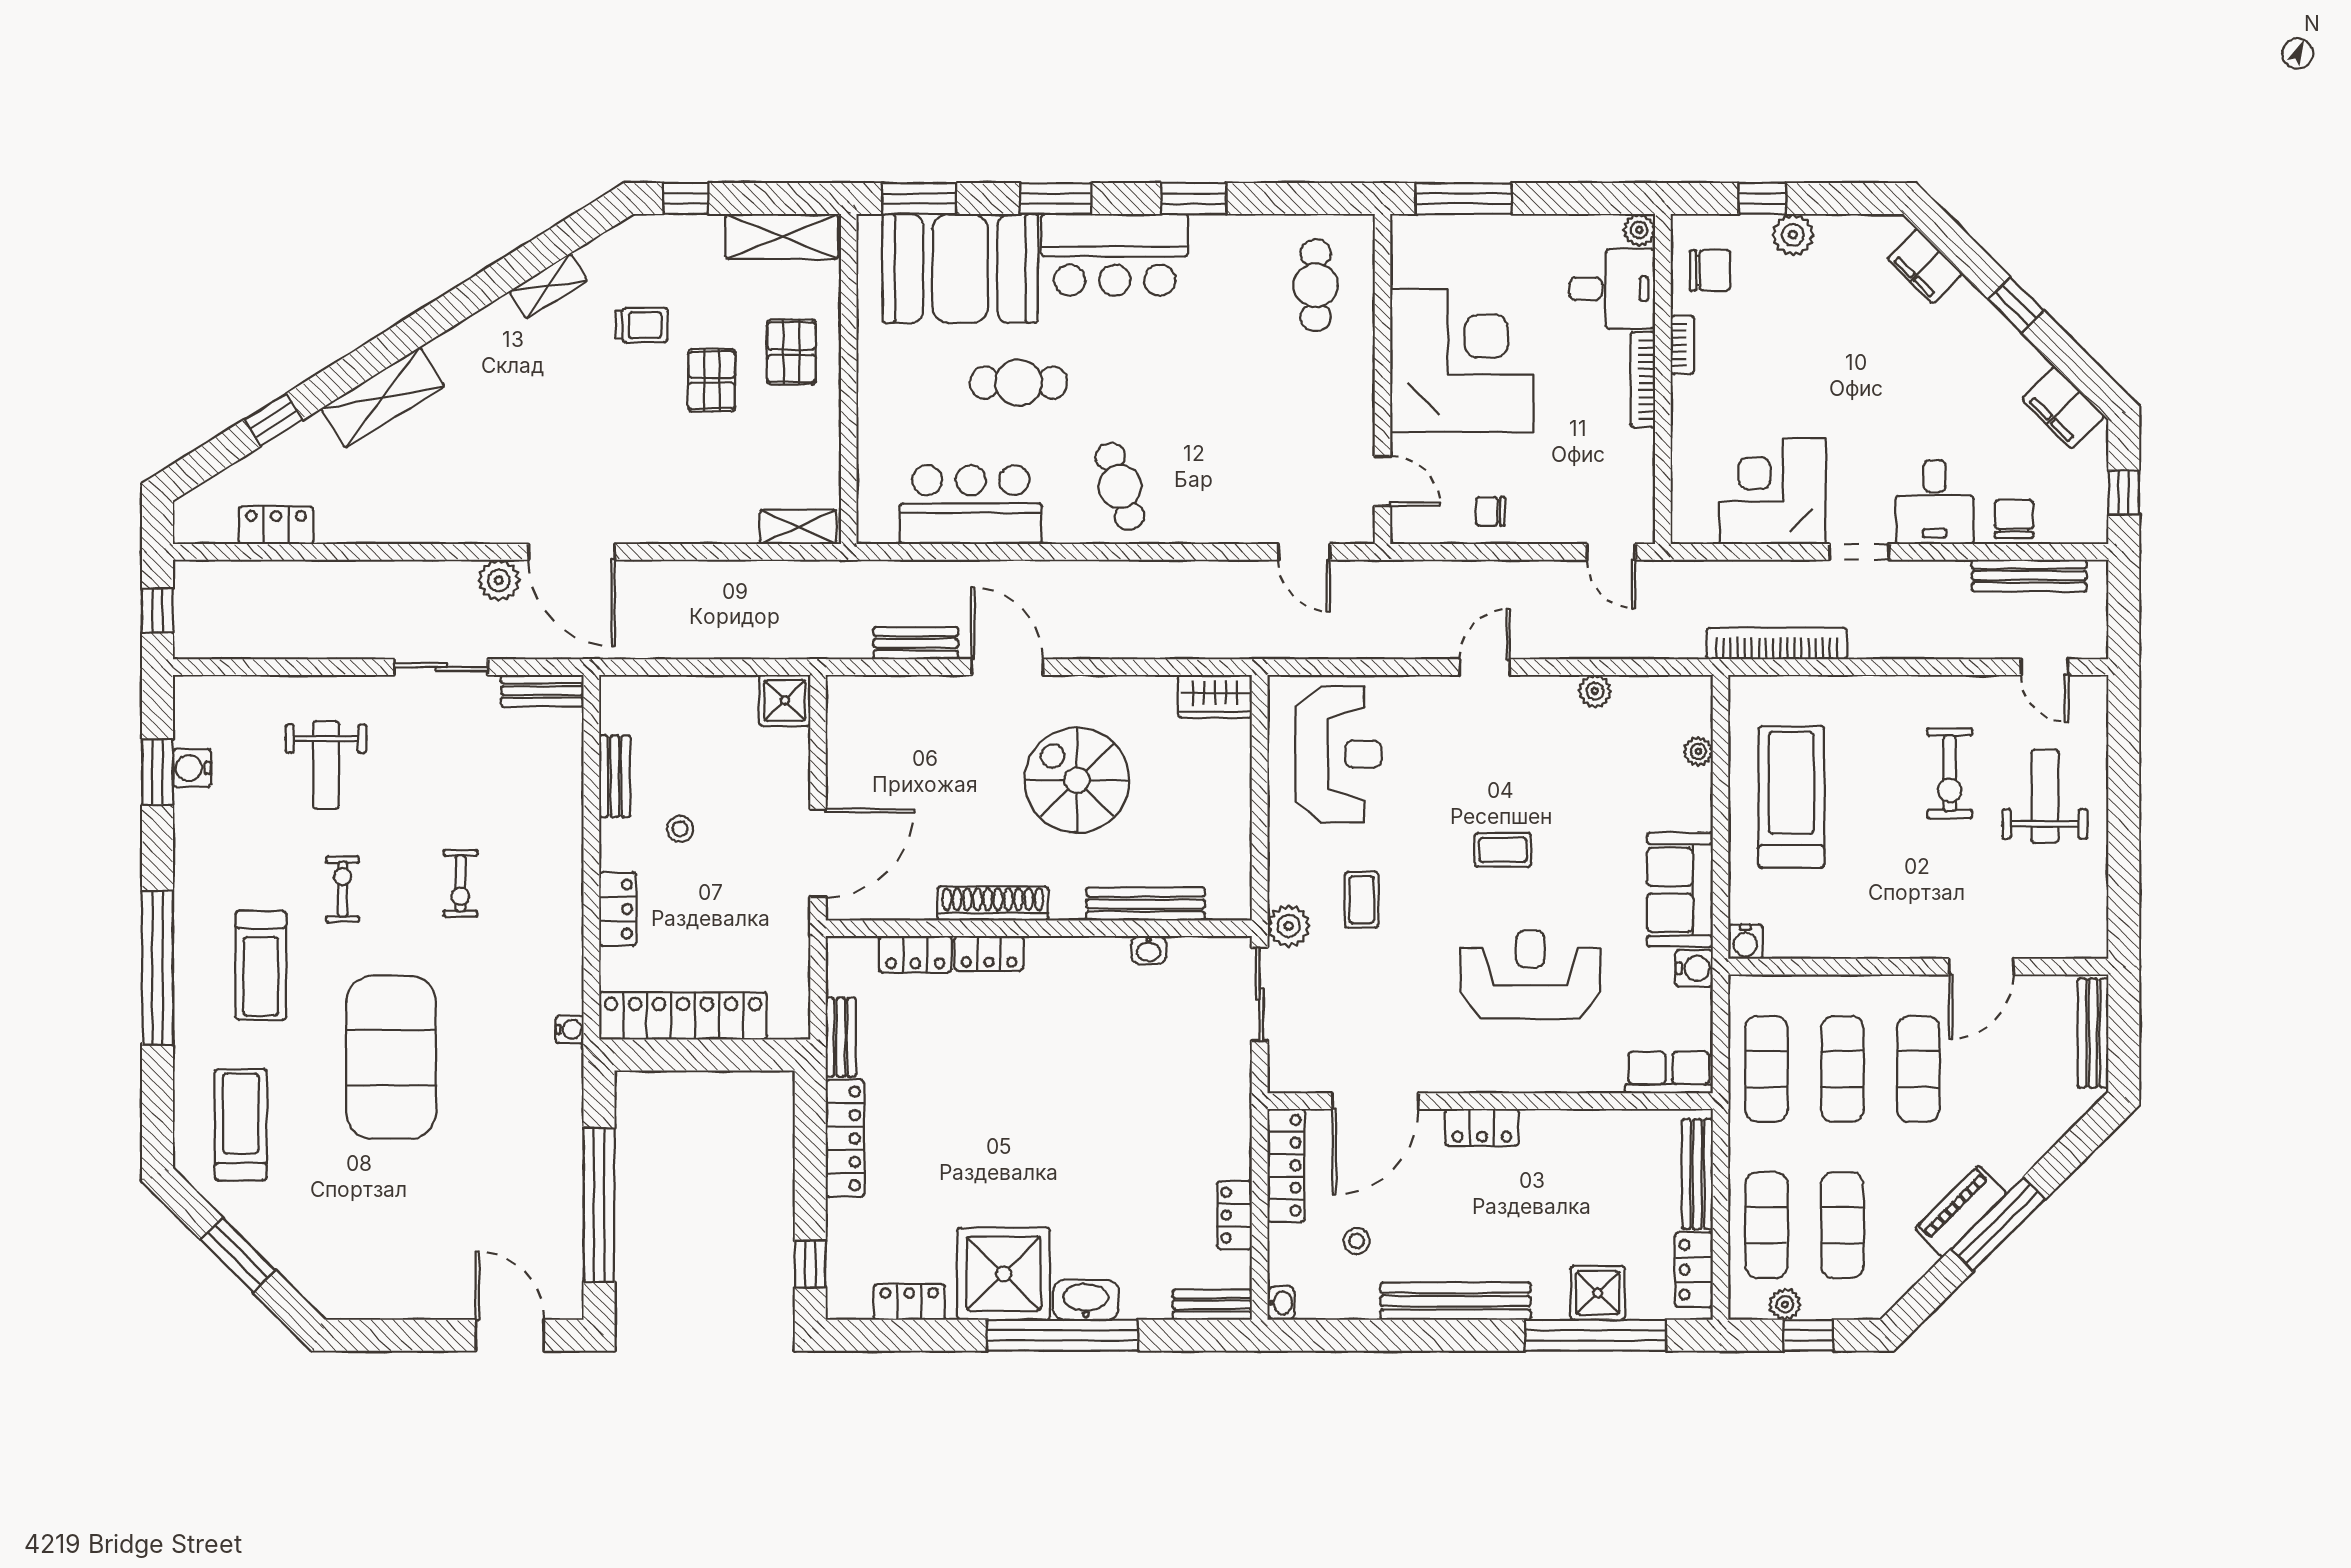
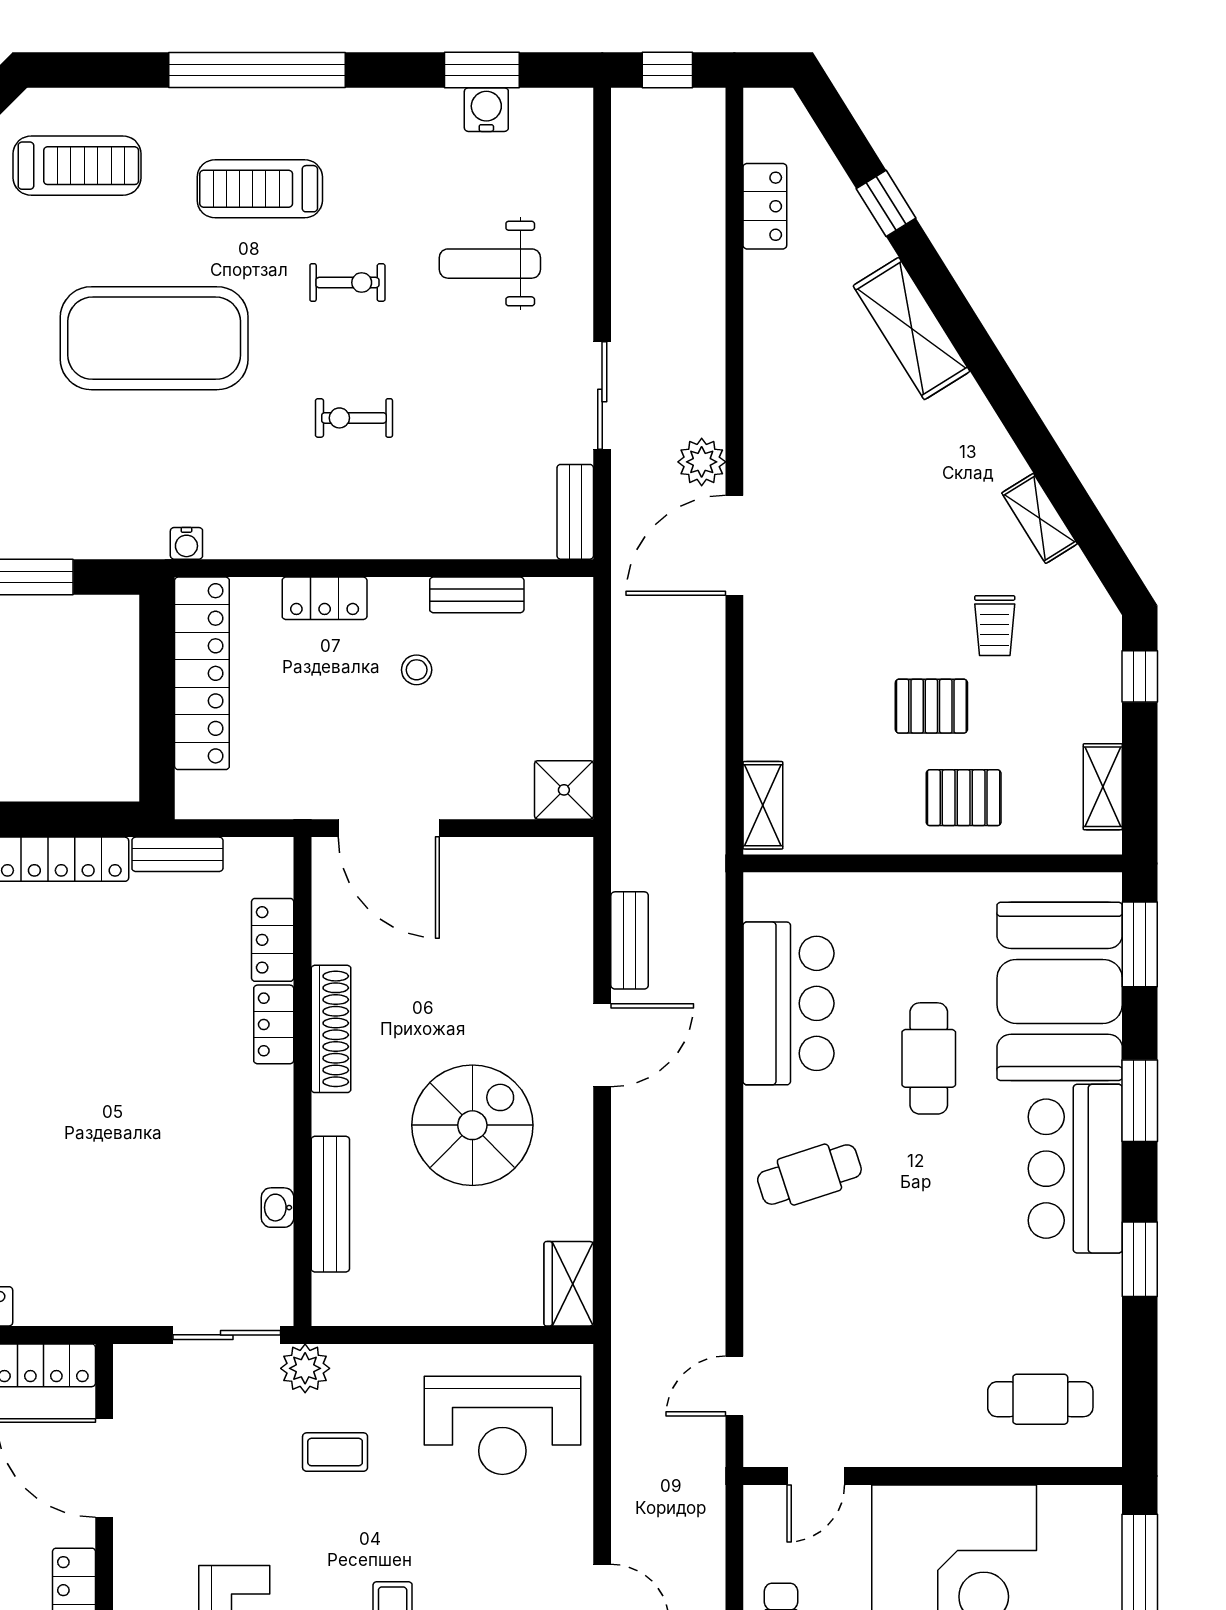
shelving: (782, 236) -> (1103, 787), width x0.67, depth x0.75

